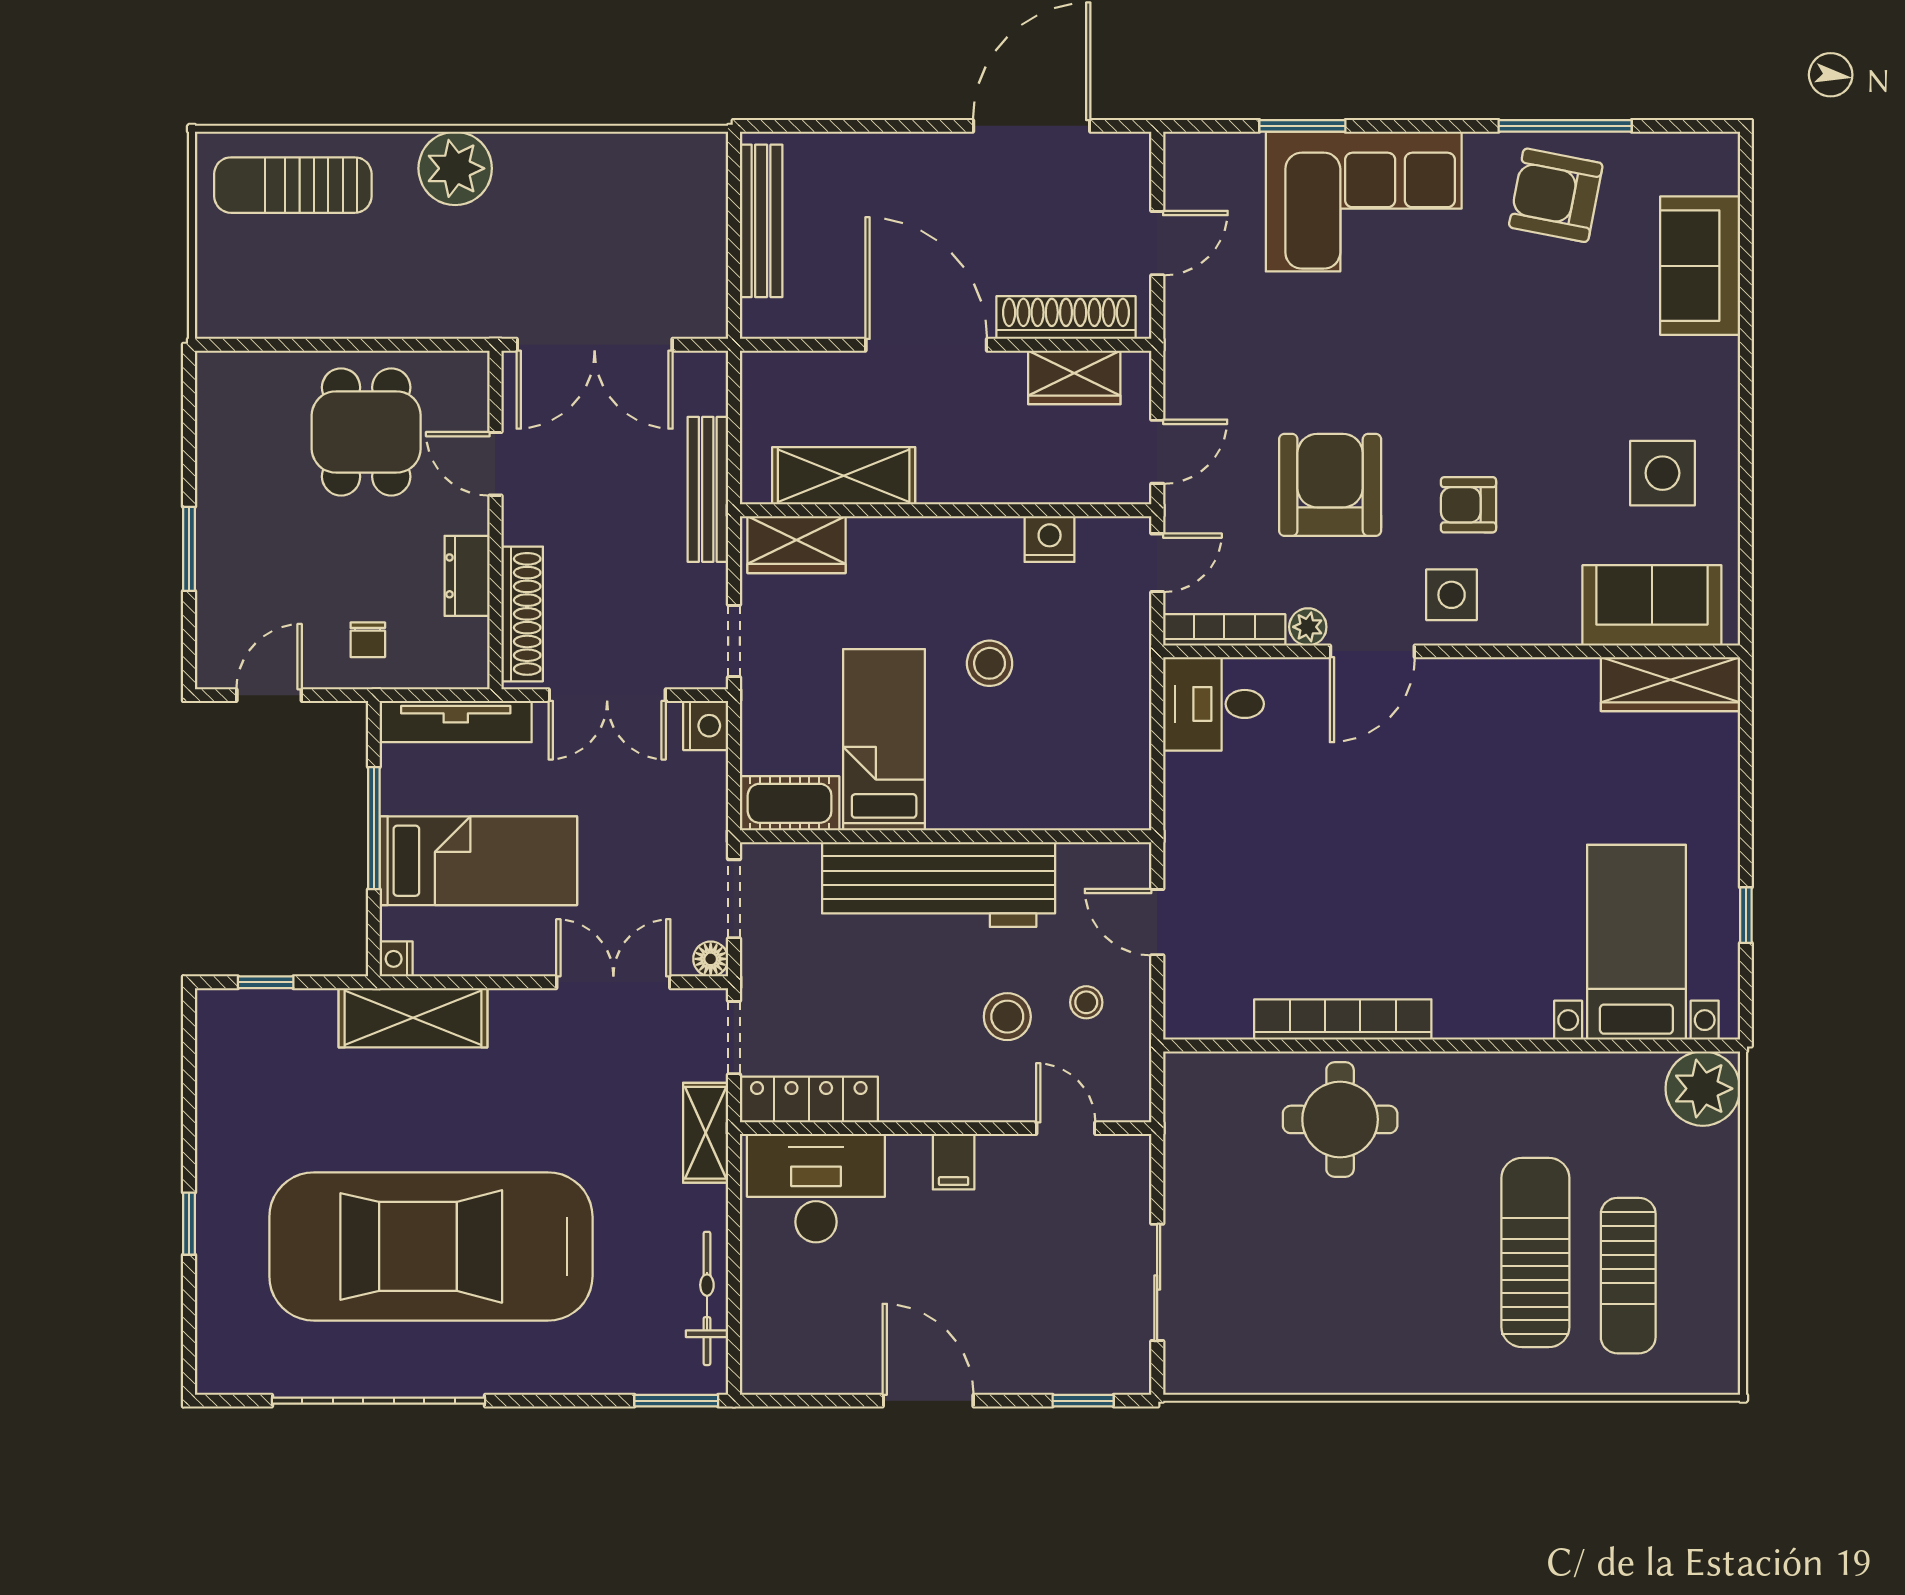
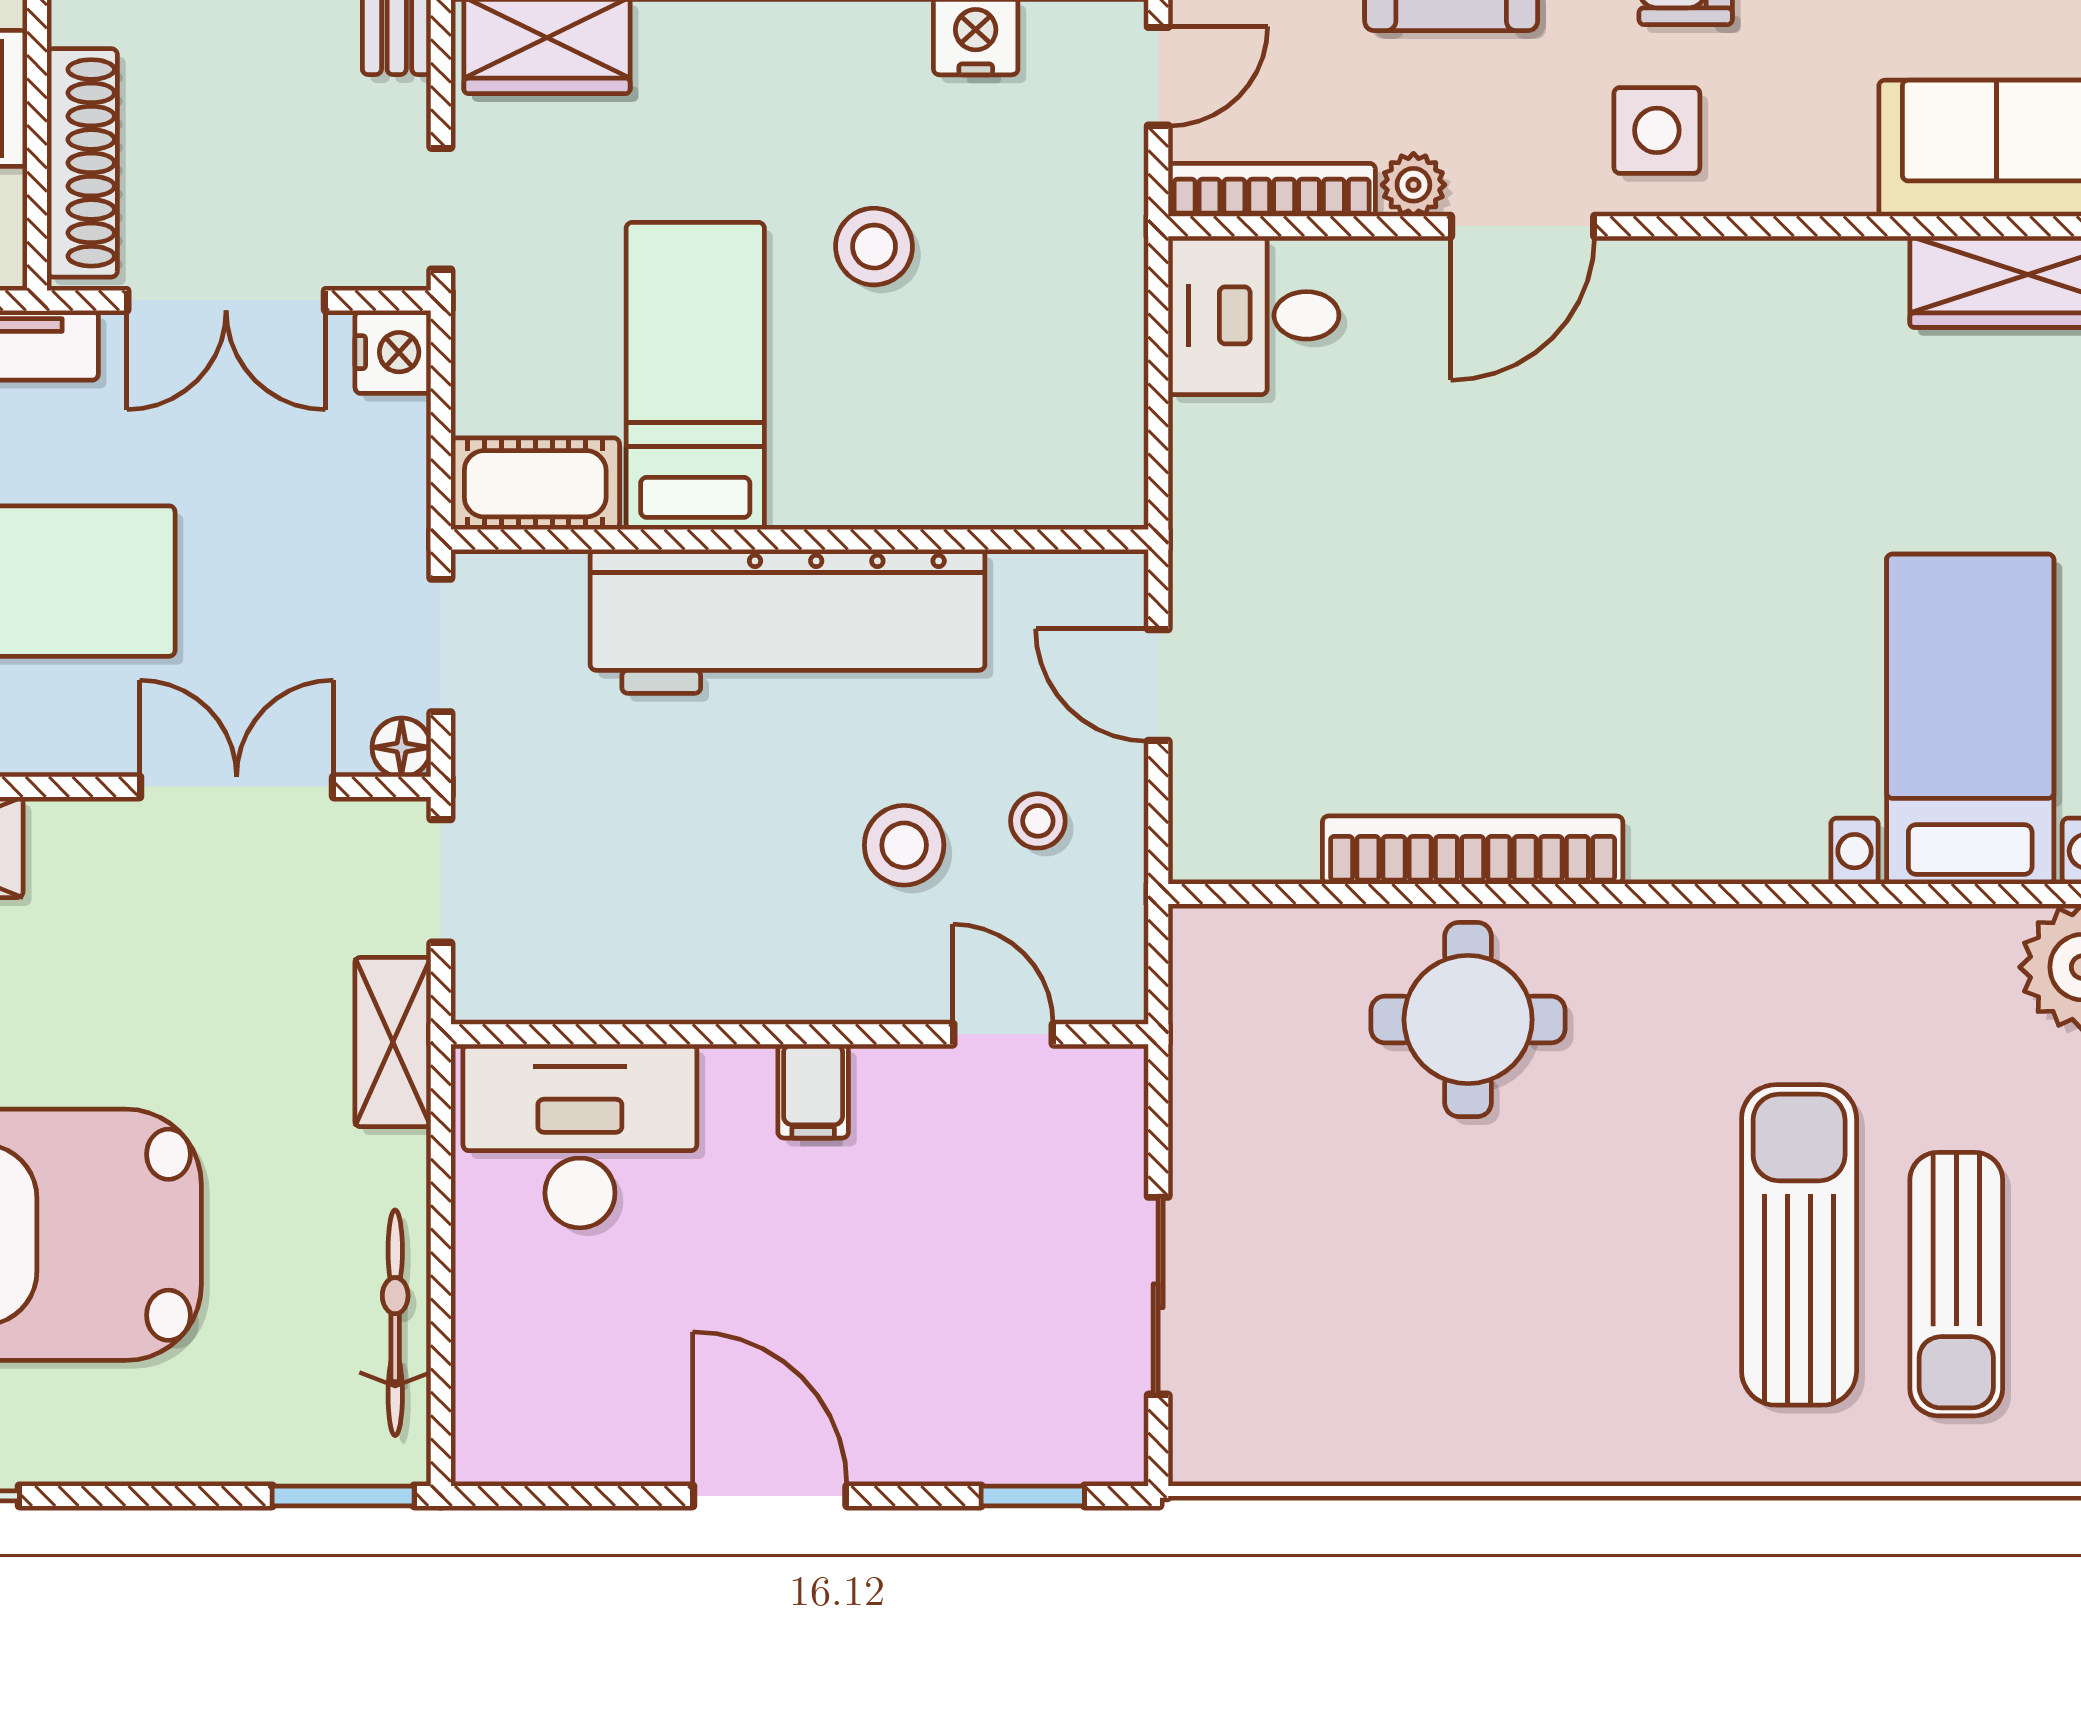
locker: (809, 1099) -> (568, 986), removed

